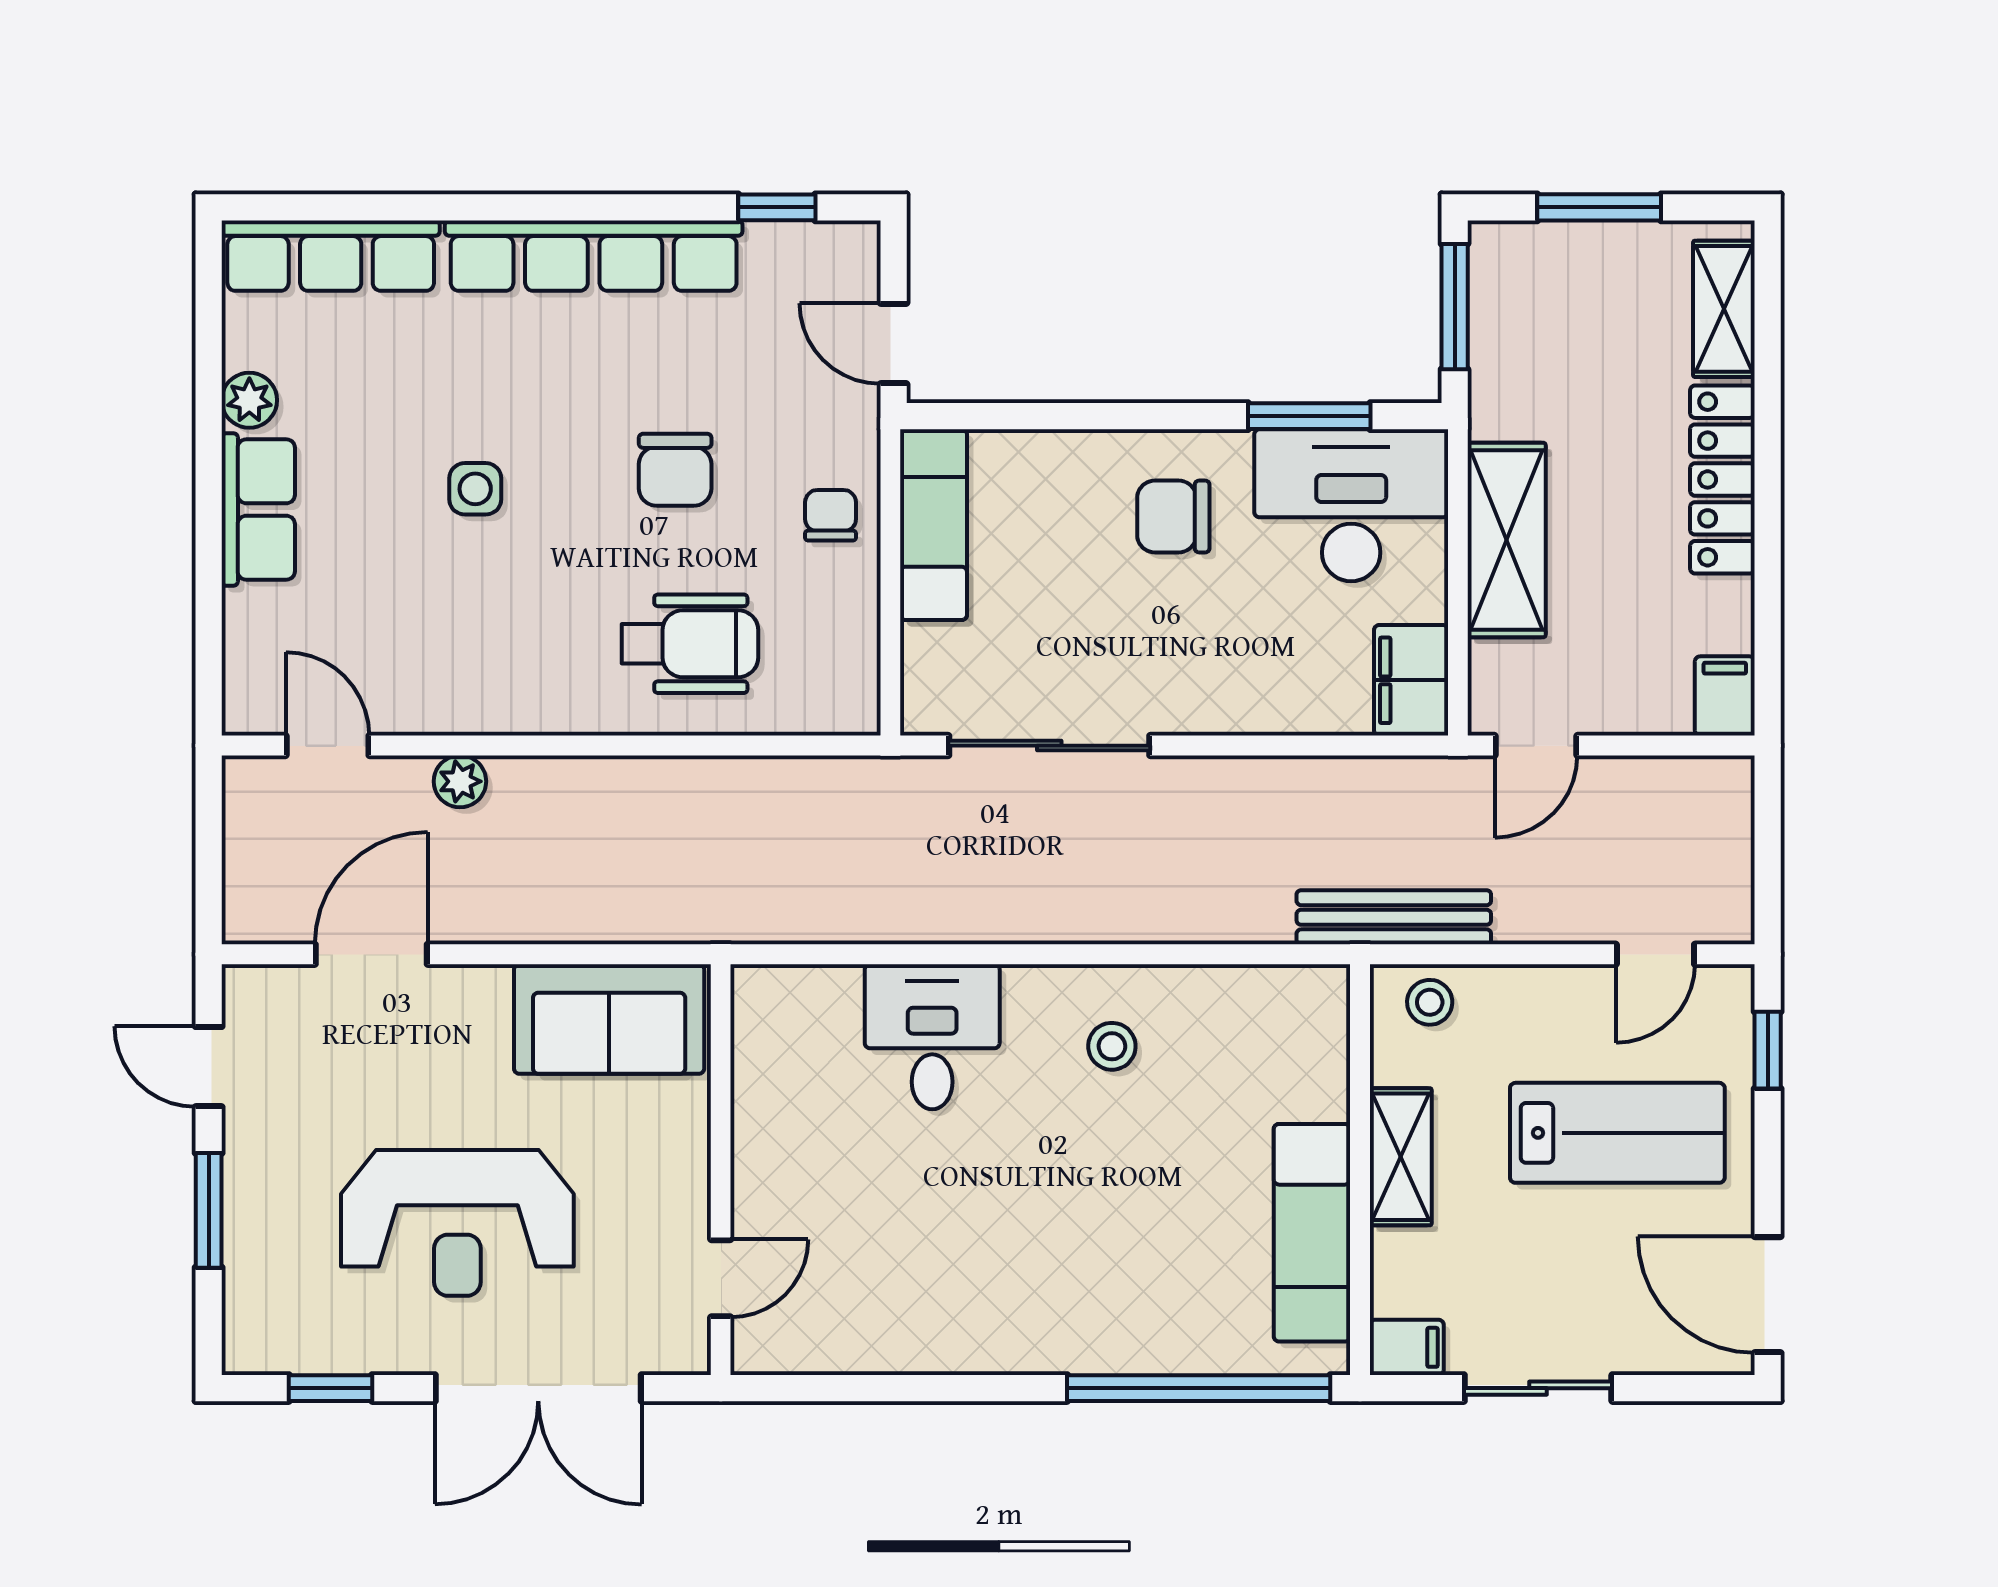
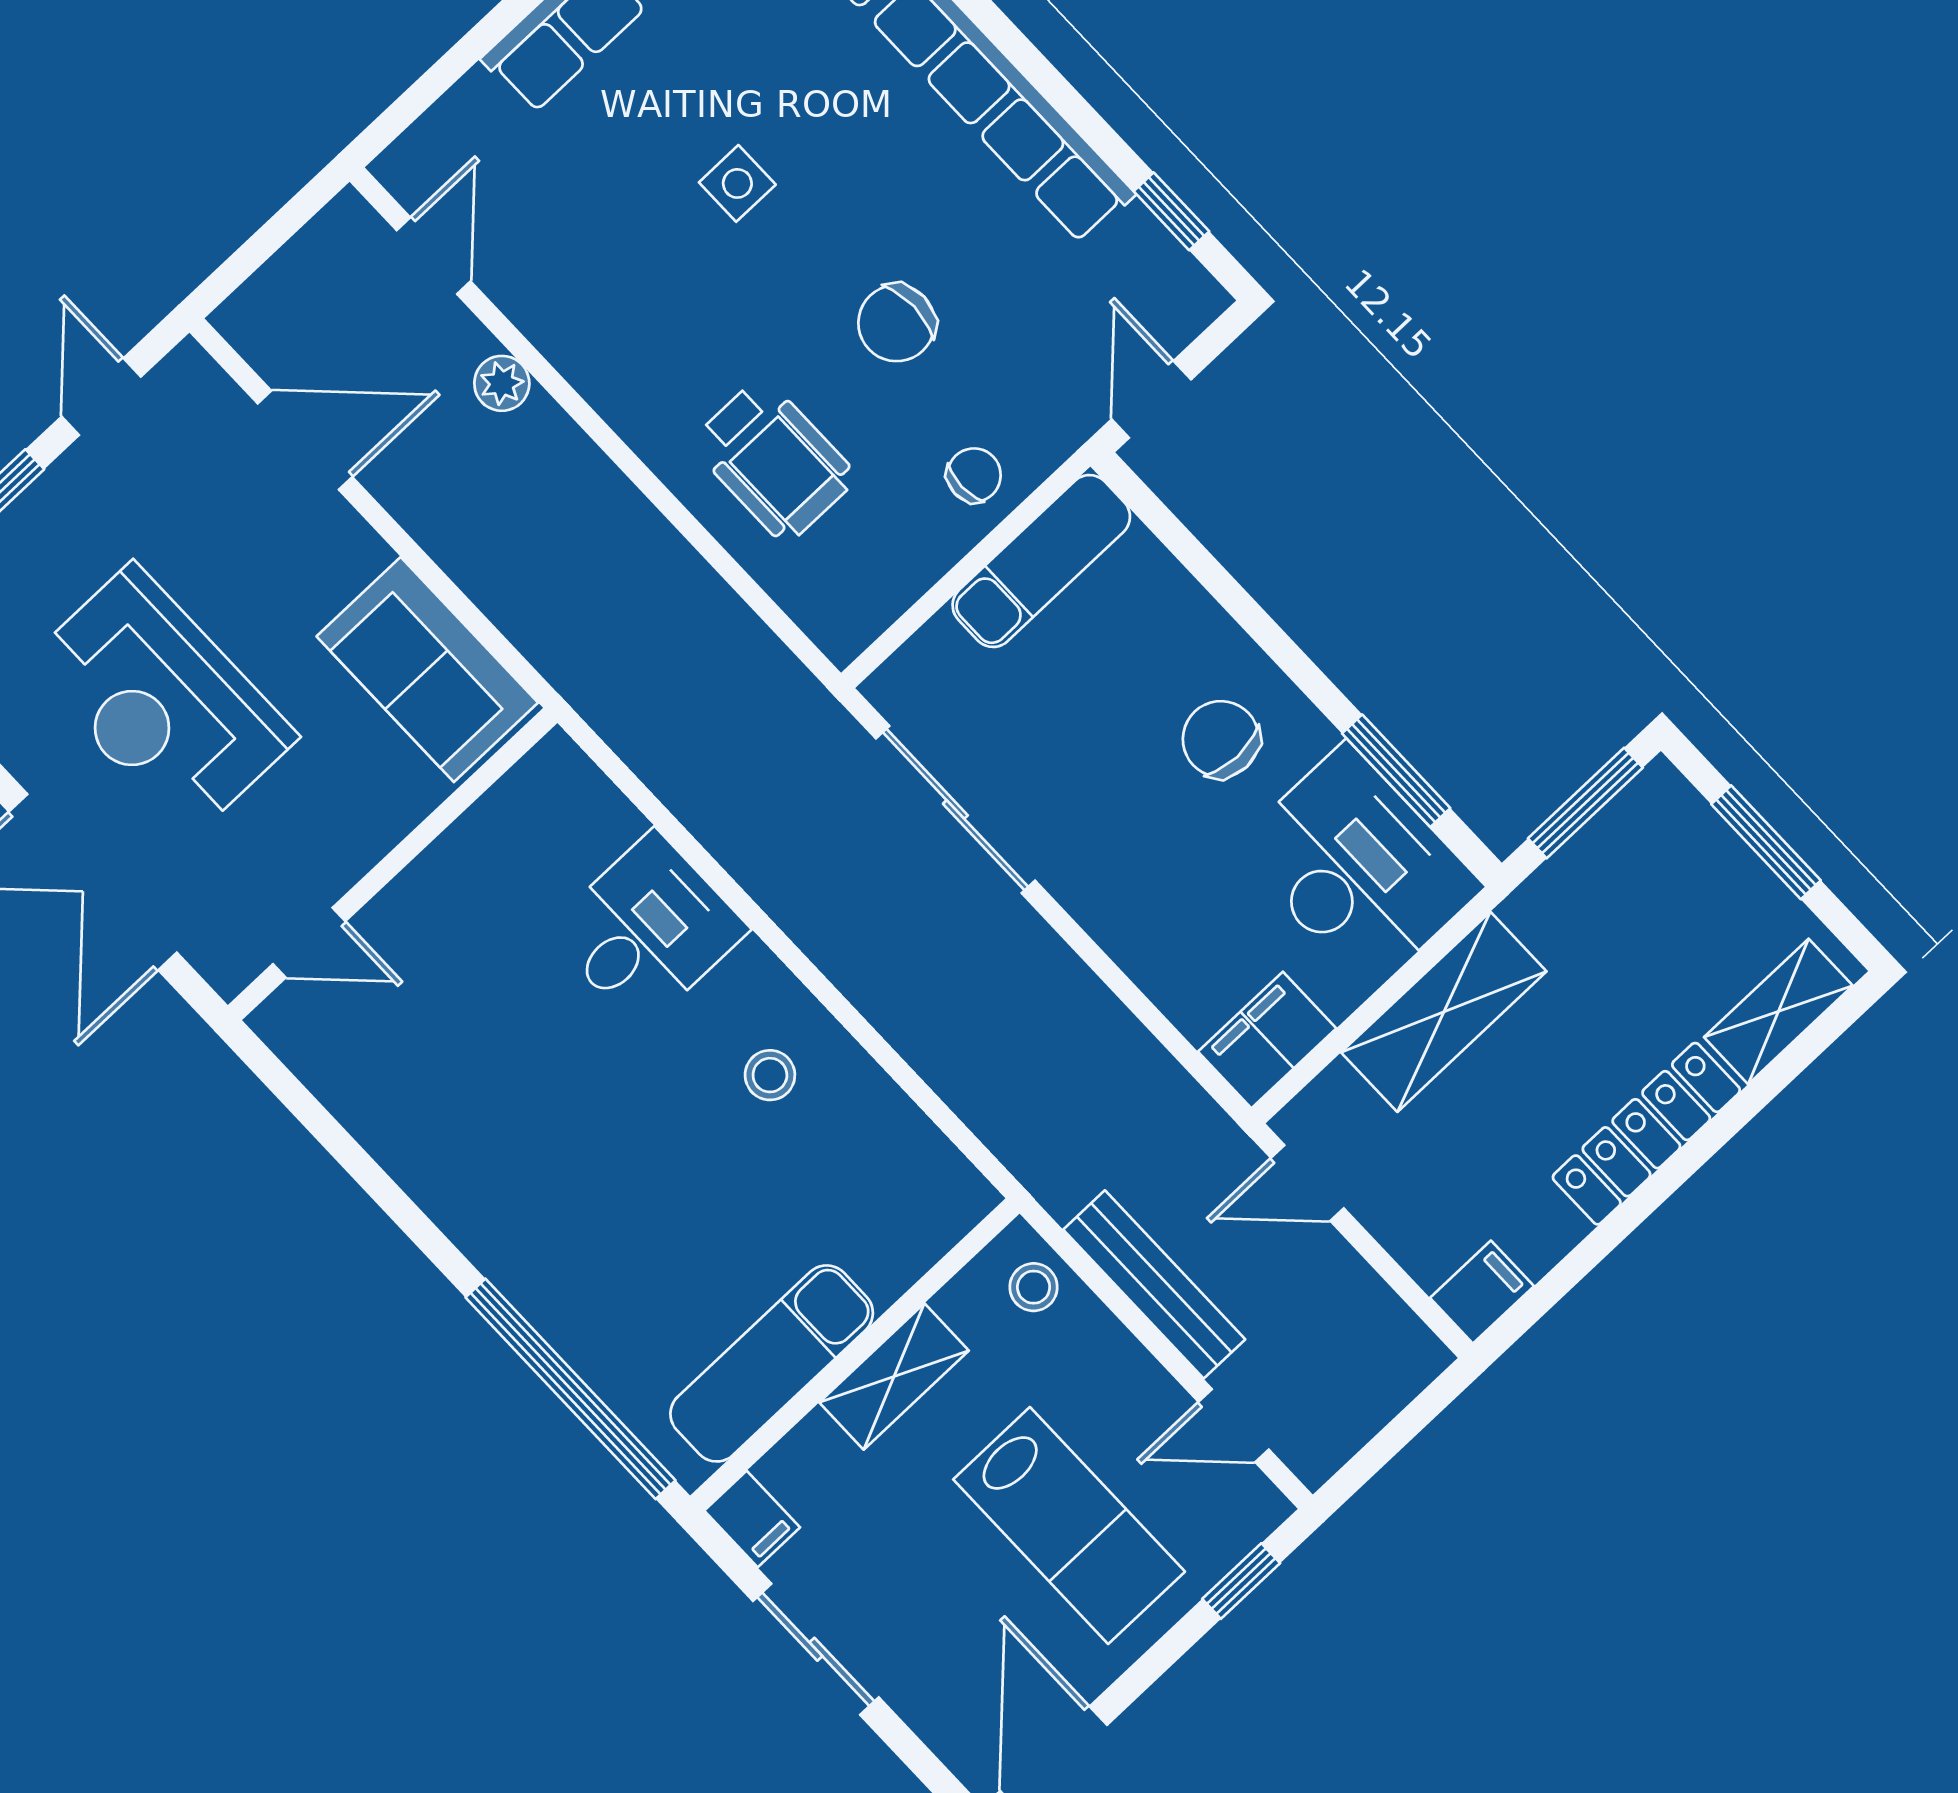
bench: (1394, 917) -> (1154, 1284), moved

